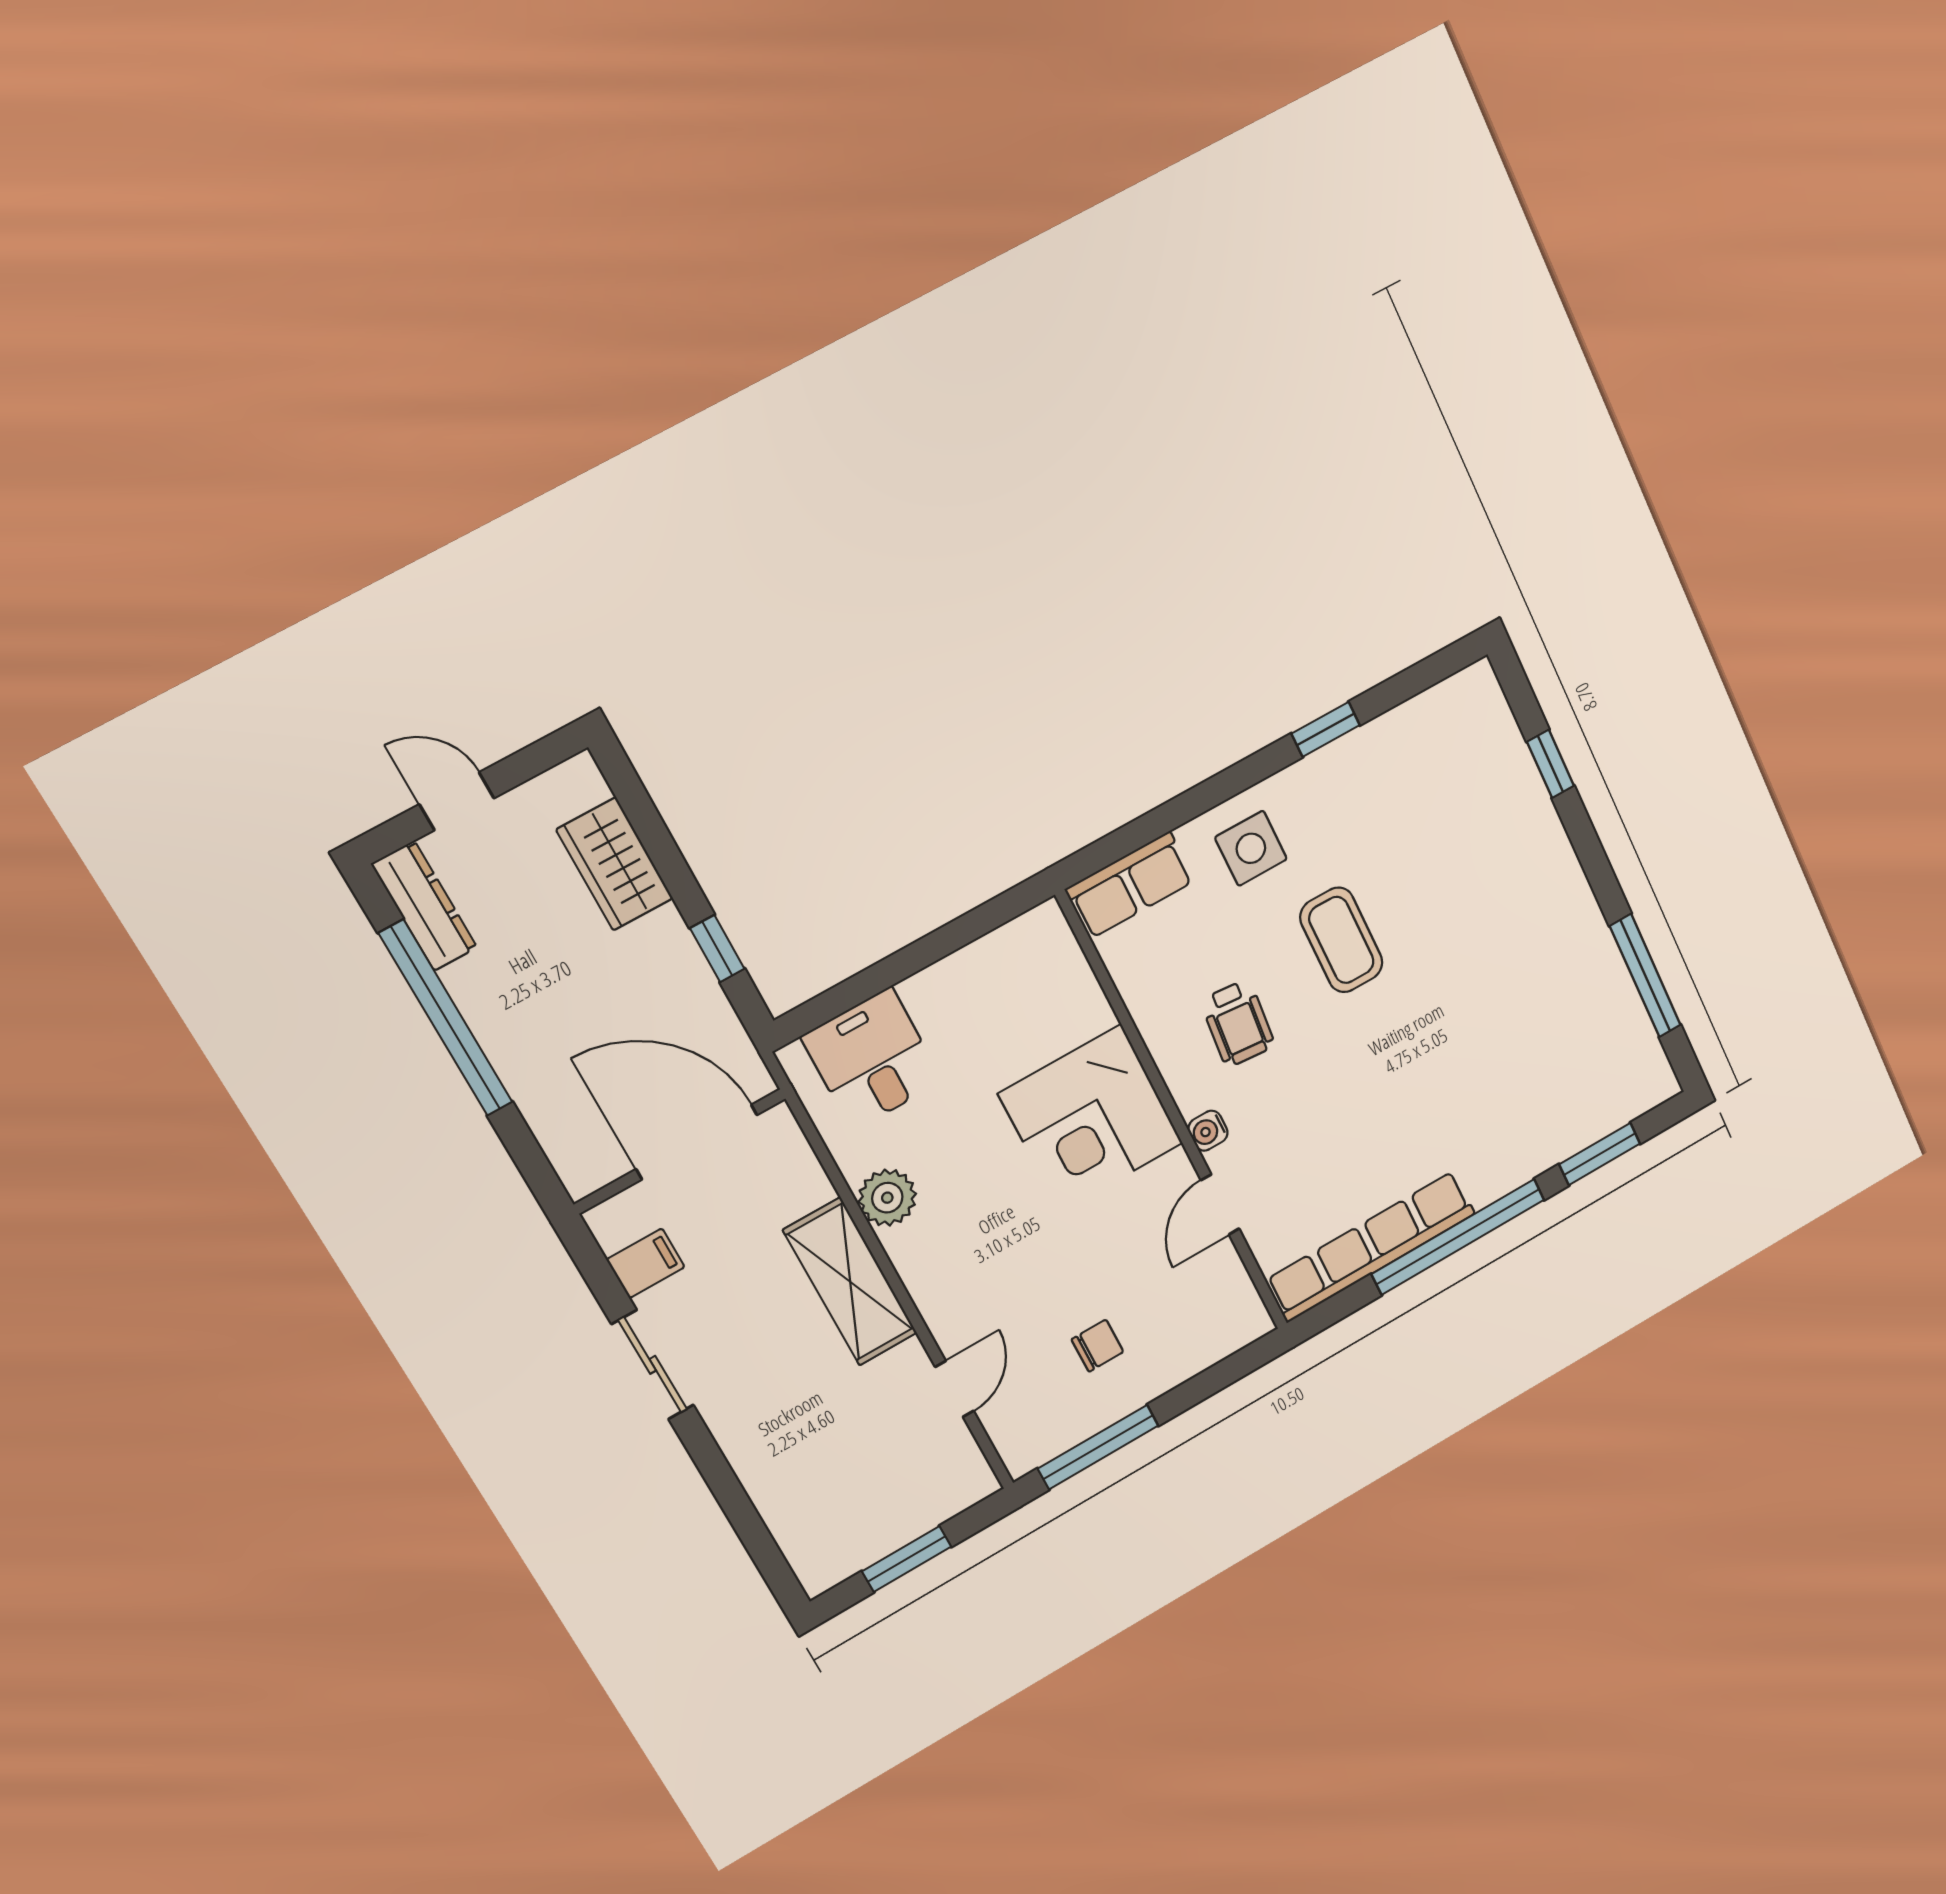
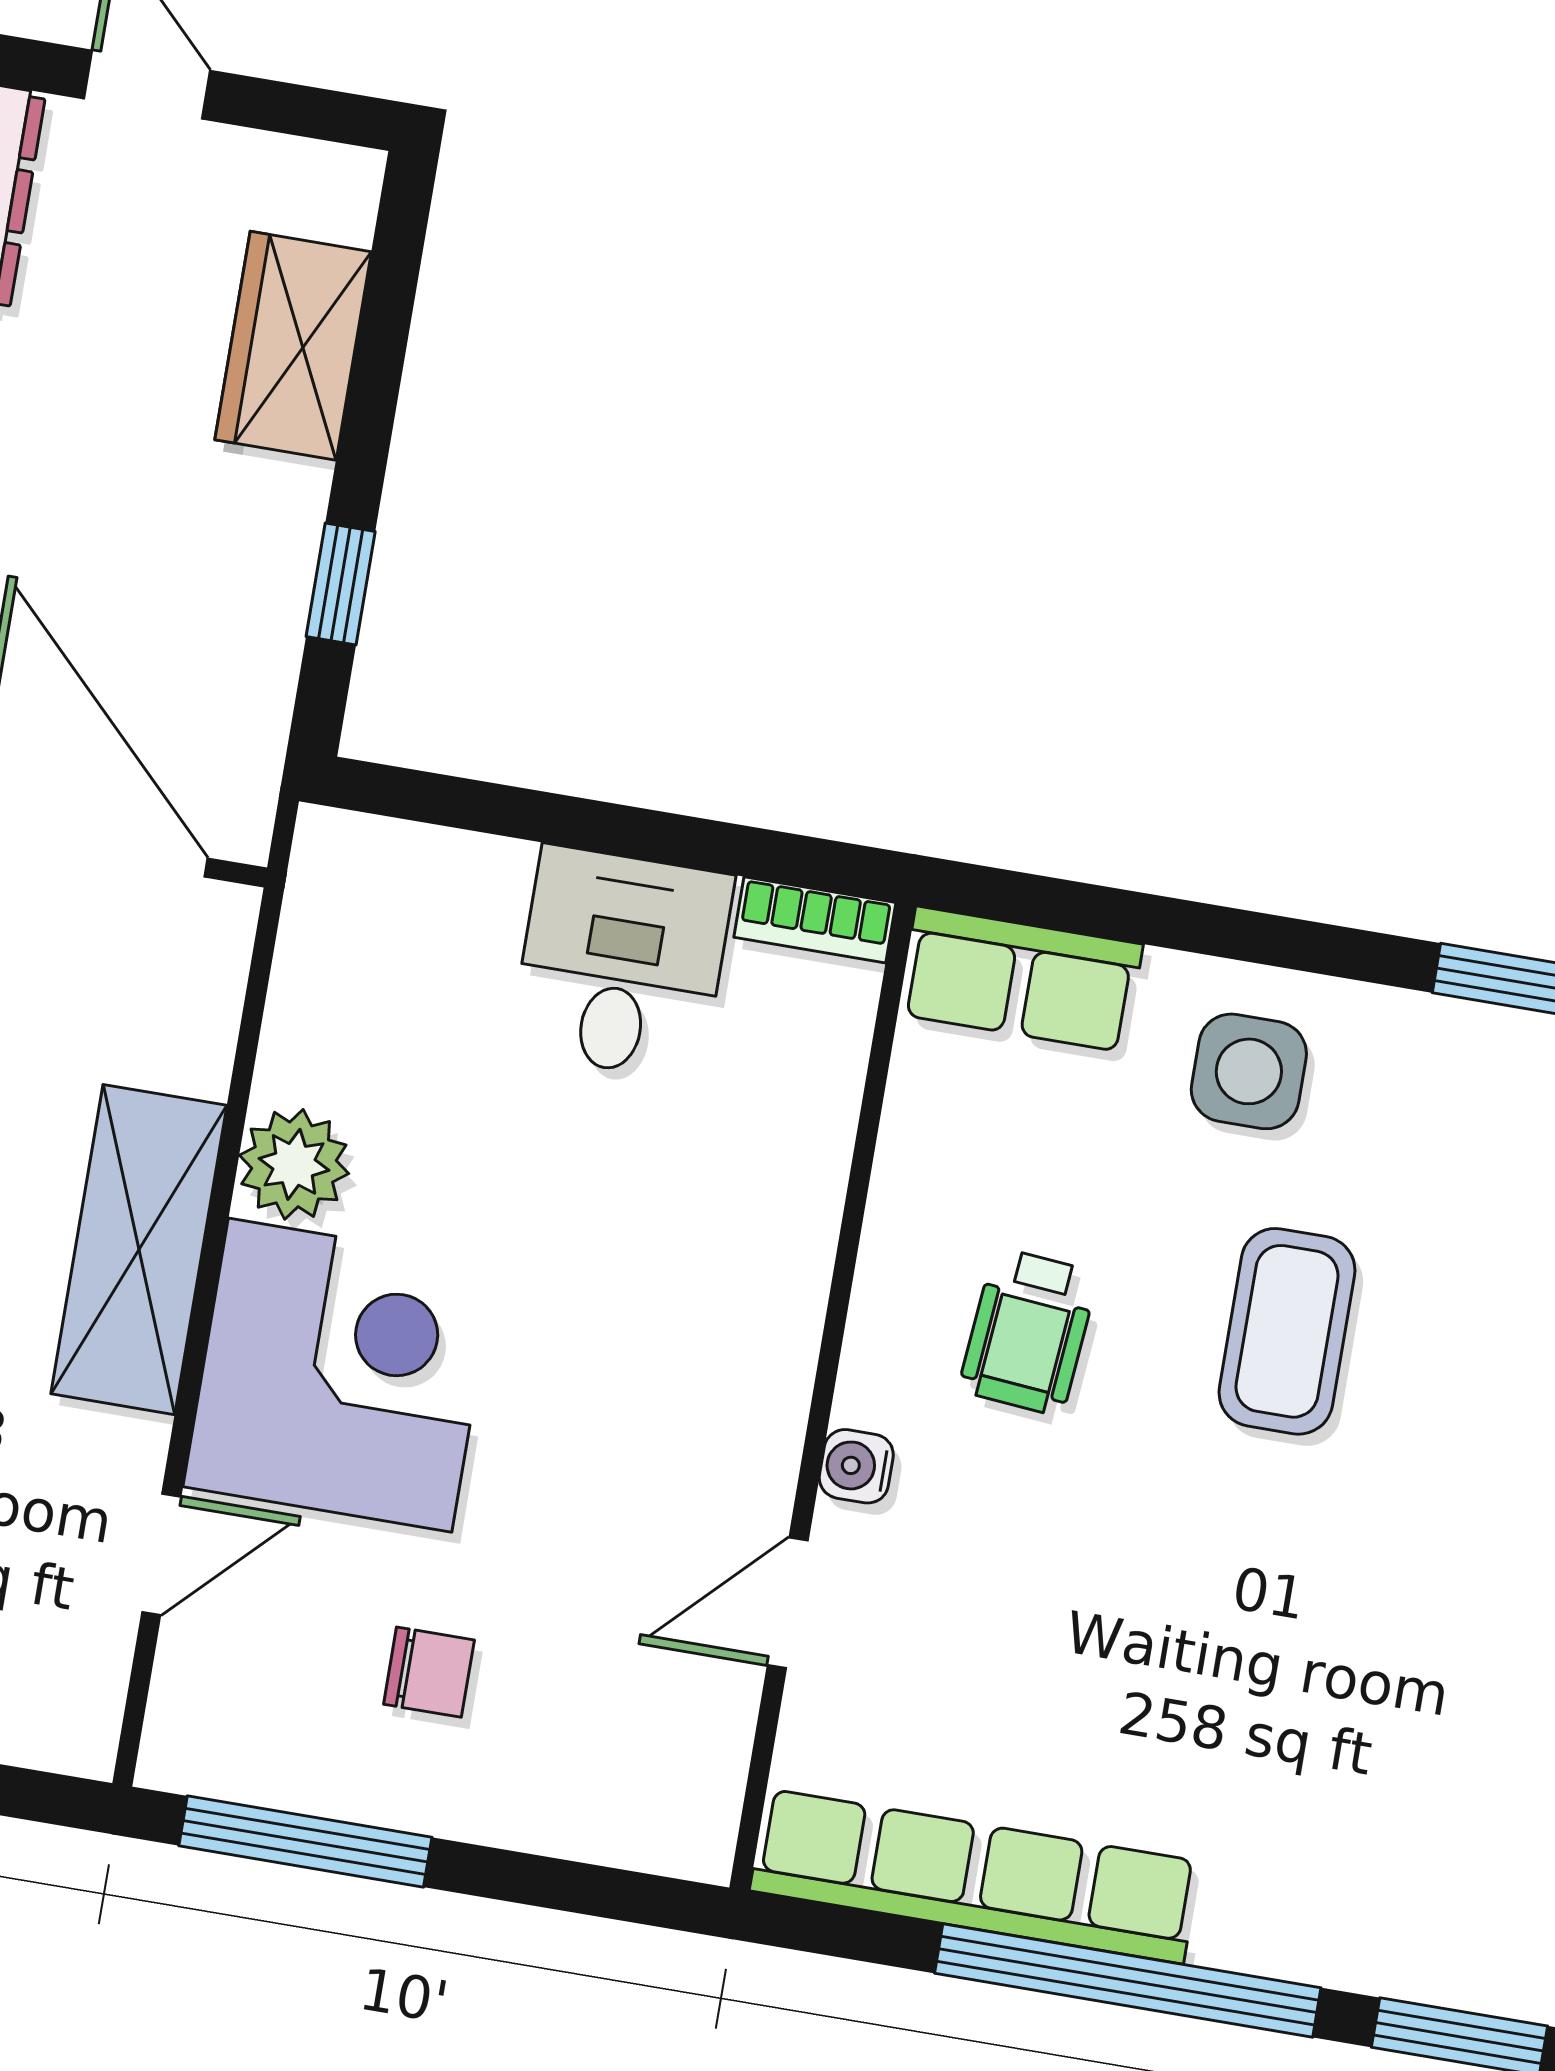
bookcase: (1027, 928) -> (815, 920), added
desk: (872, 1059) -> (622, 963), moved
corner desk: (1091, 1119) -> (340, 1375), moved, turned 180

